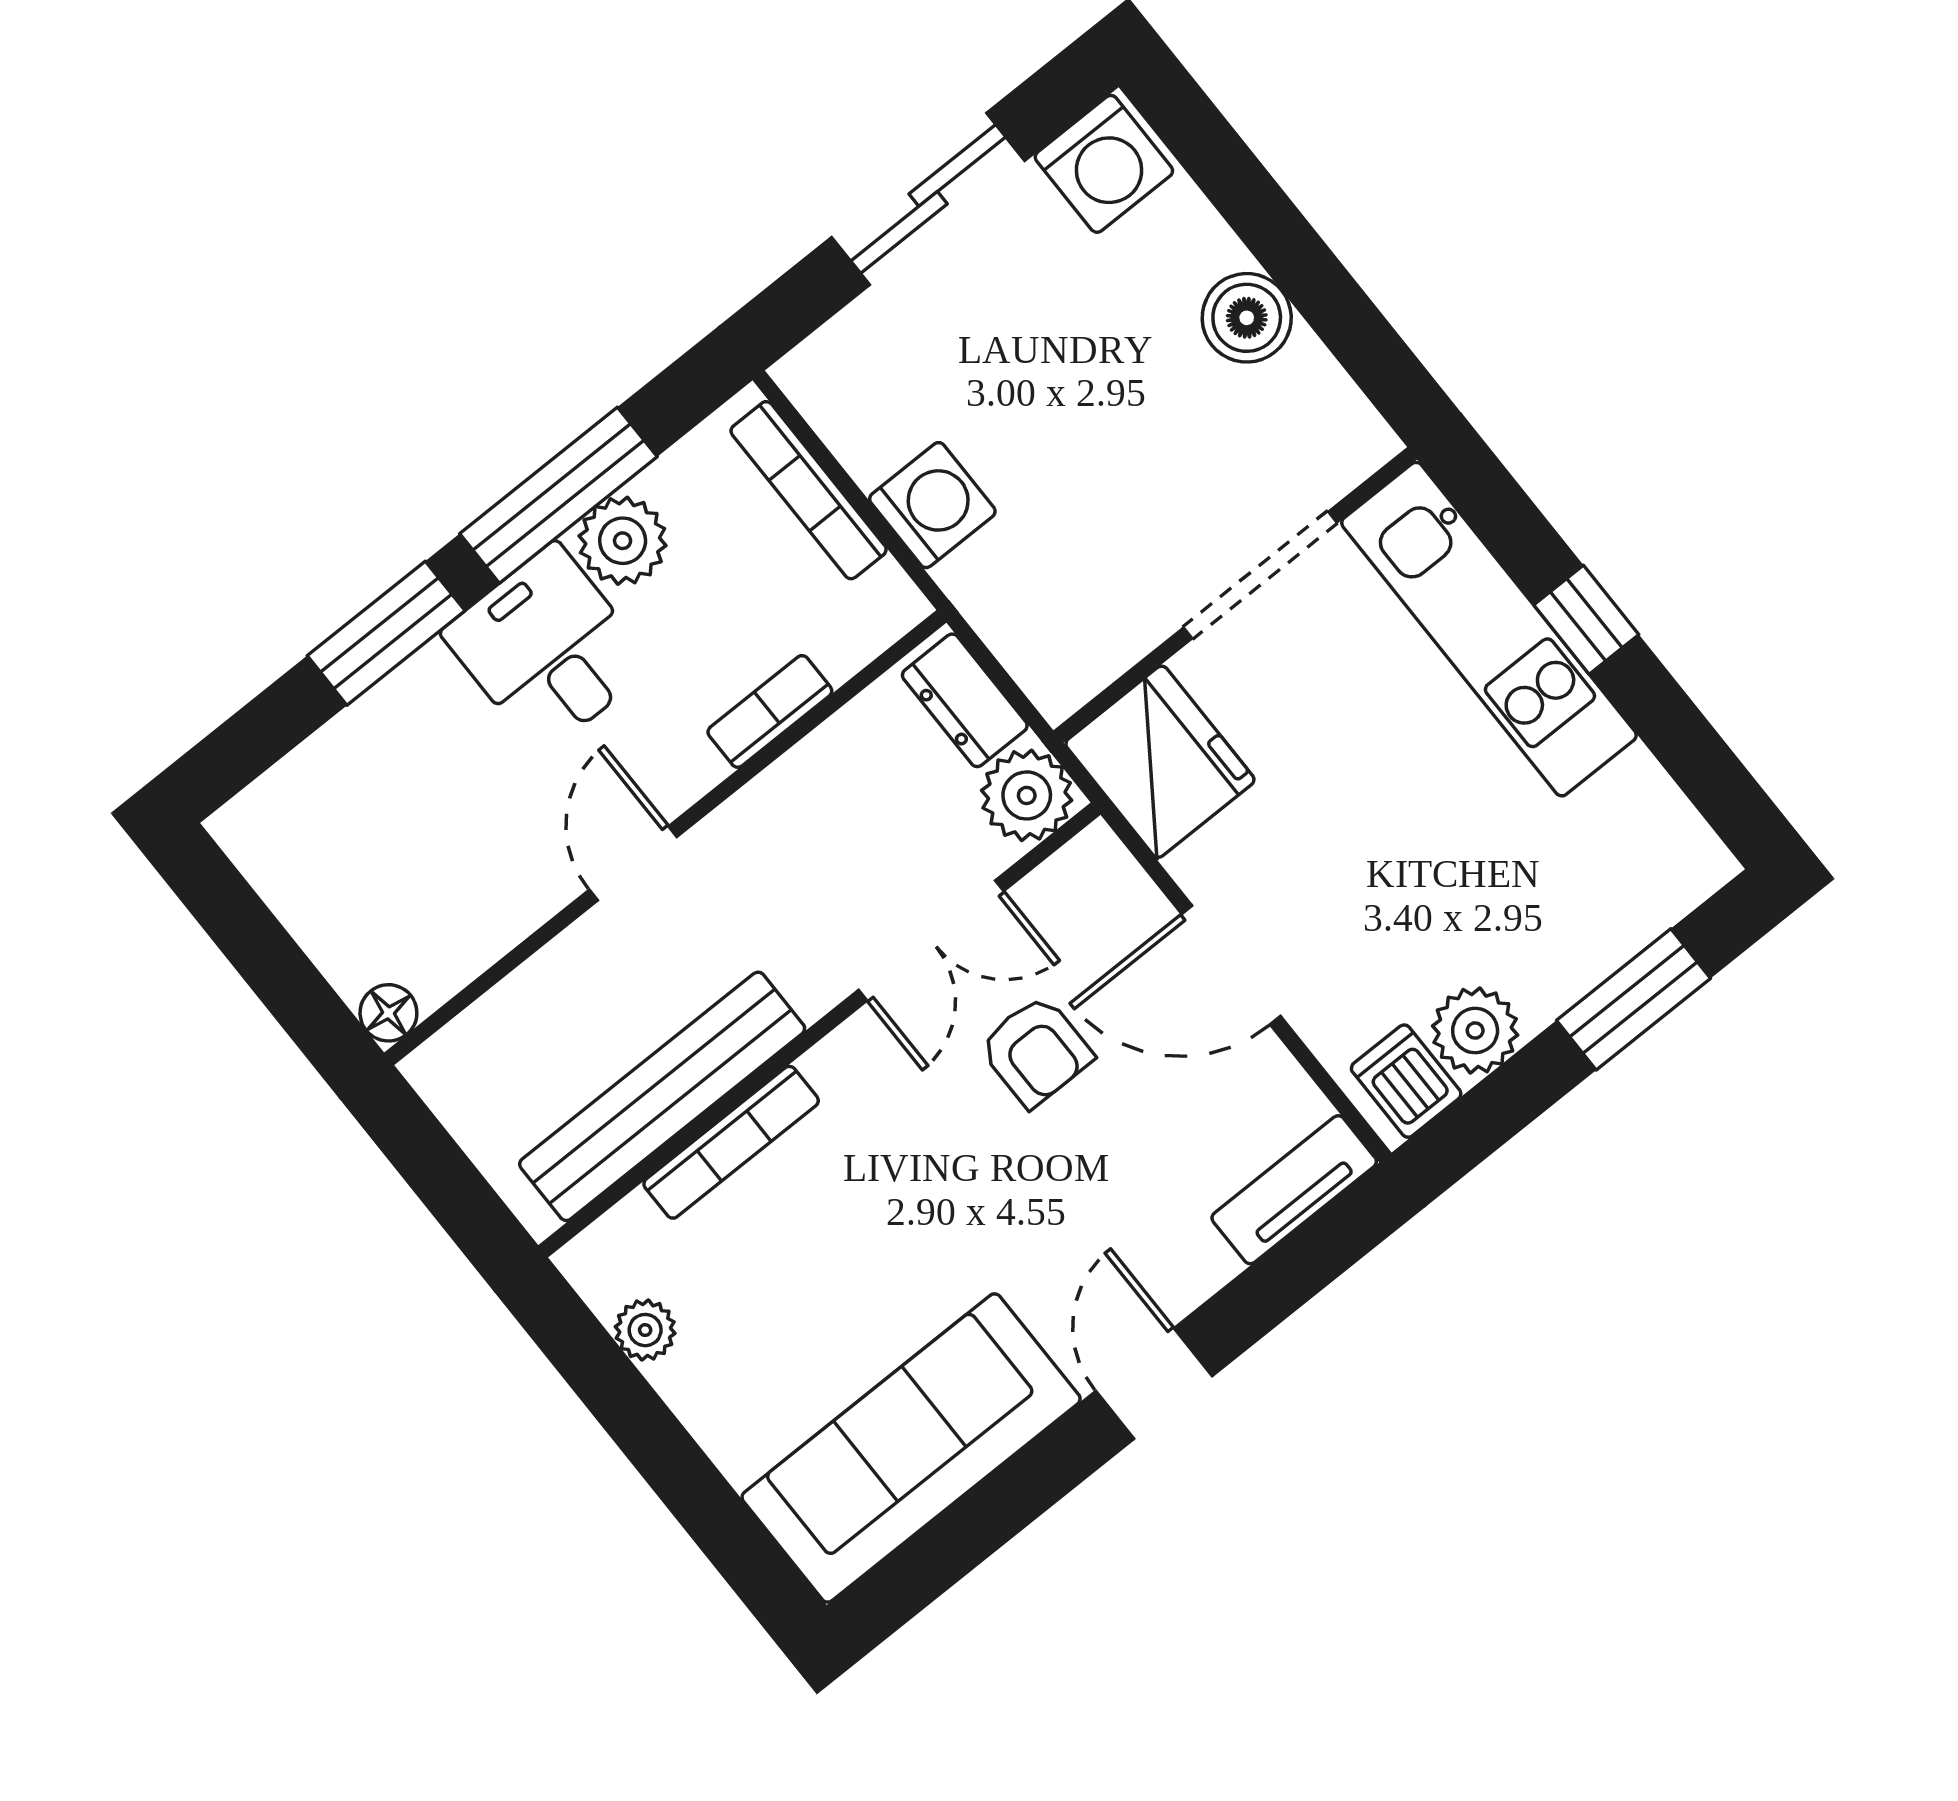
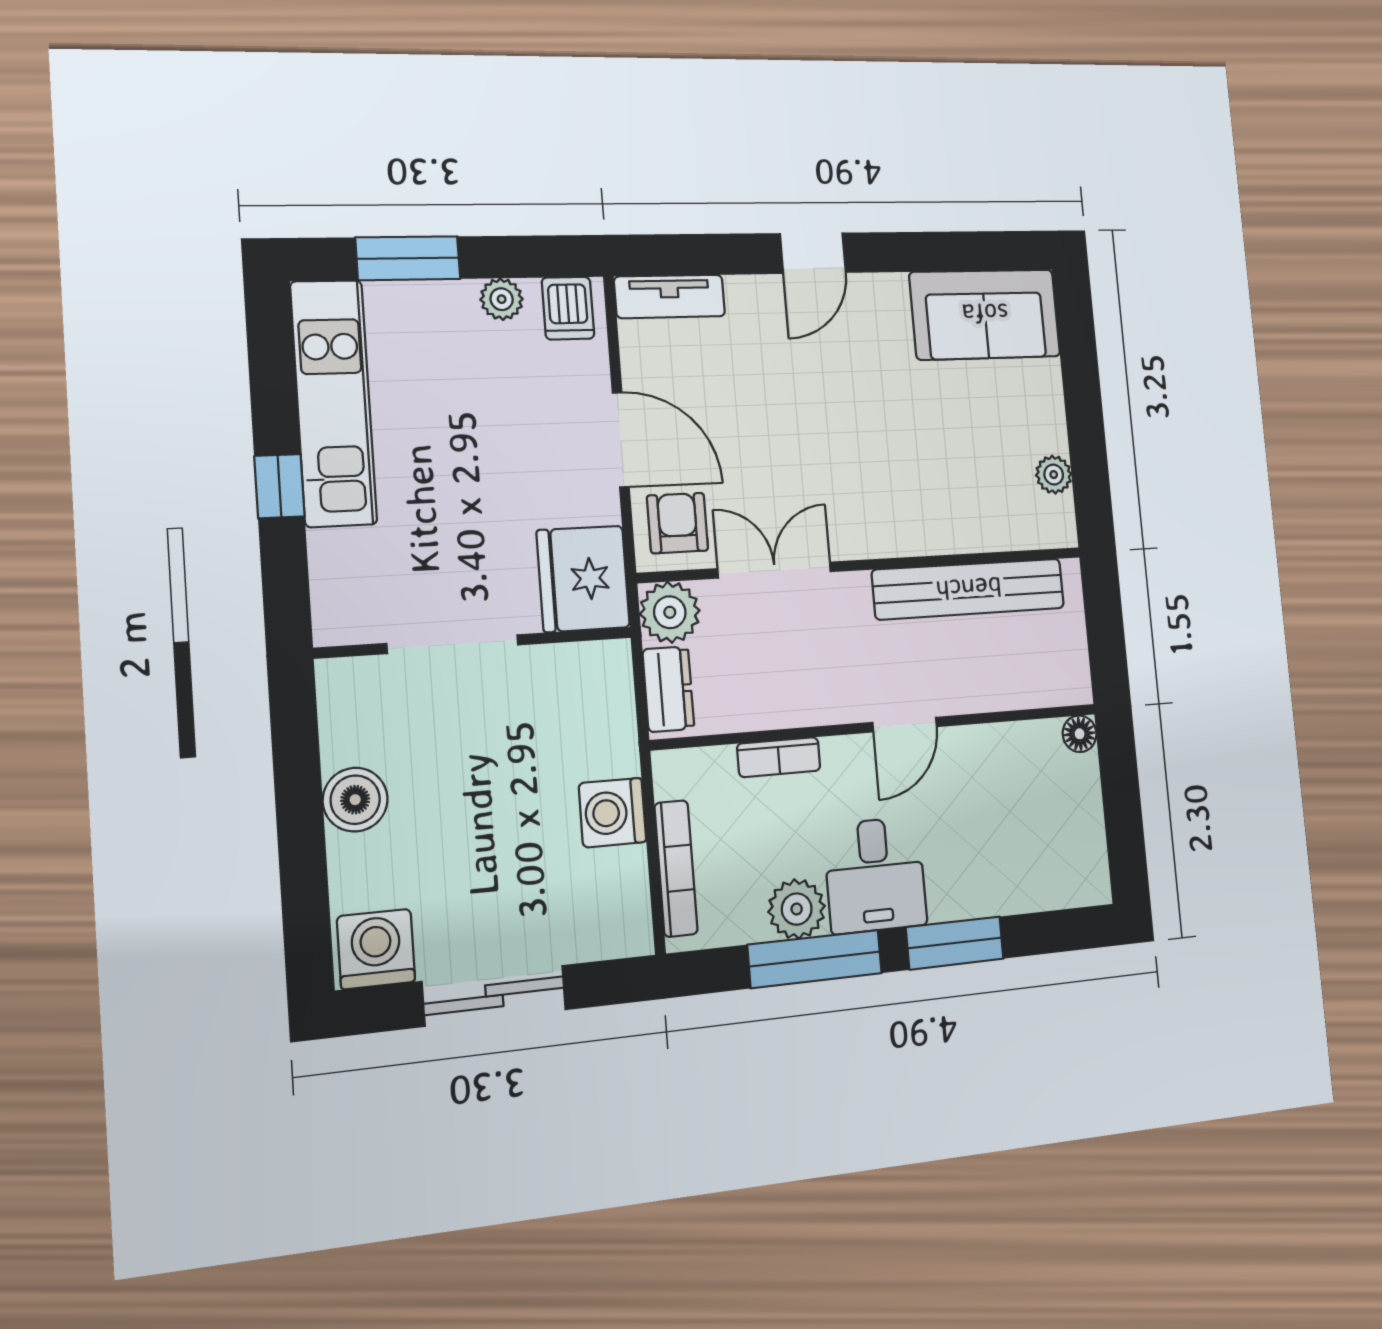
kitchen unit: (1489, 629) -> (334, 403), moved
plant: (1475, 1031) -> (502, 299), width x0.73, depth x0.73
armchair: (1036, 1051) -> (678, 523), moved
bookcase: (731, 1142) -> (949, 539), removed
sofa: (911, 1448) -> (985, 314), width x0.73

